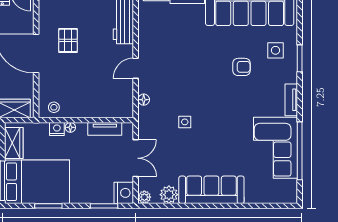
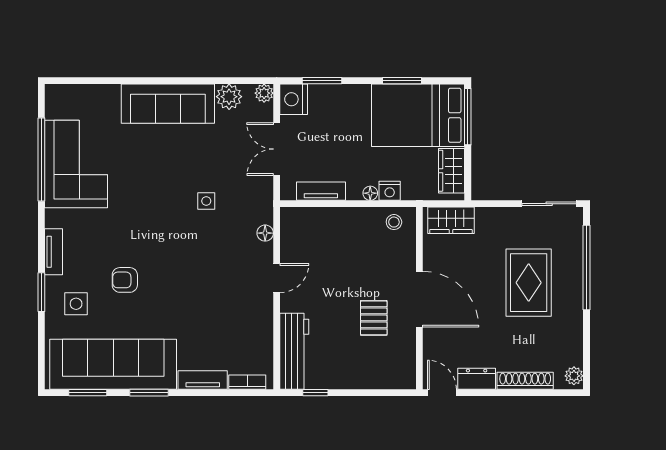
tv unit: (291, 100) -> (54, 252), moved

